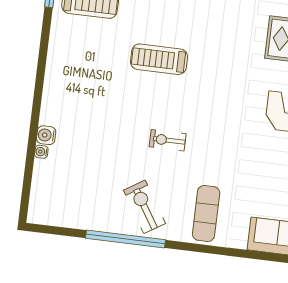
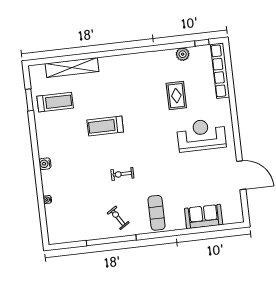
water cooler: (46, 135) -> (45, 164), moved
exercise bike: (144, 207) -> (118, 218), width x0.73, depth x0.72

